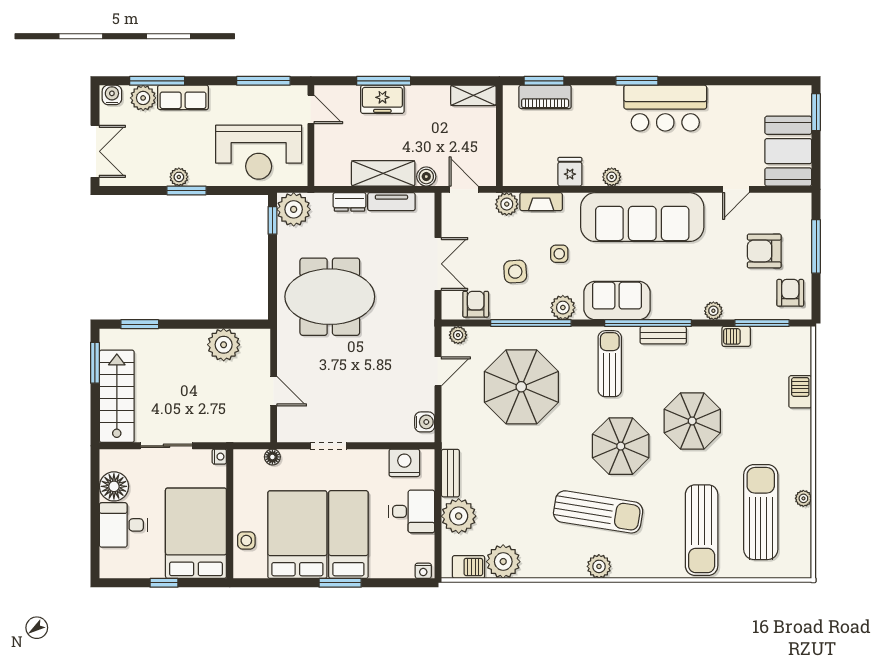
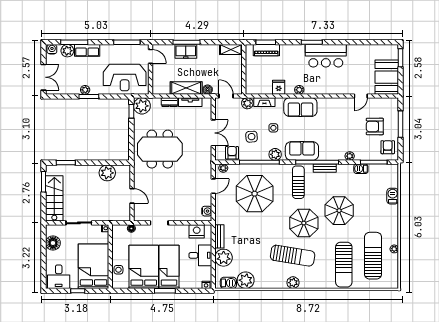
sofa: (642, 217) -> (300, 107), width x0.54, depth x0.79
desk: (123, 525) -> (59, 277), moved, turned -90

